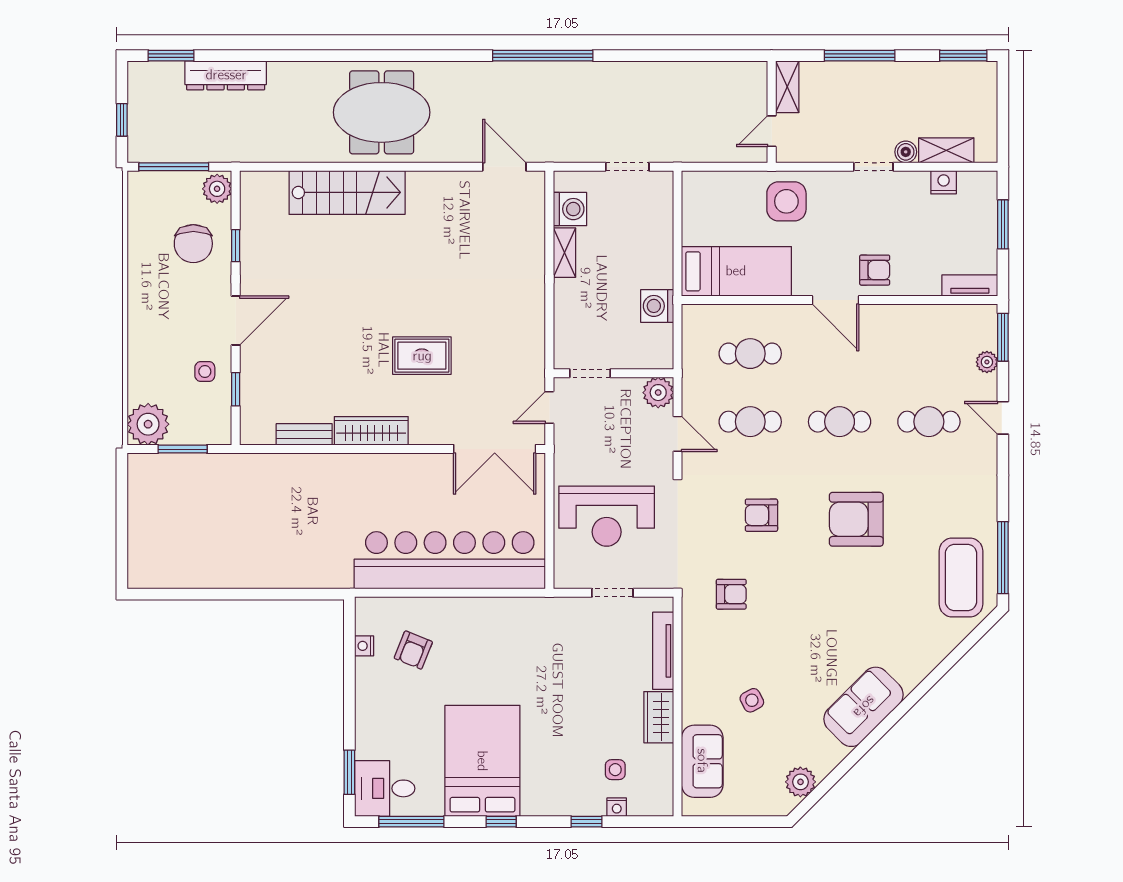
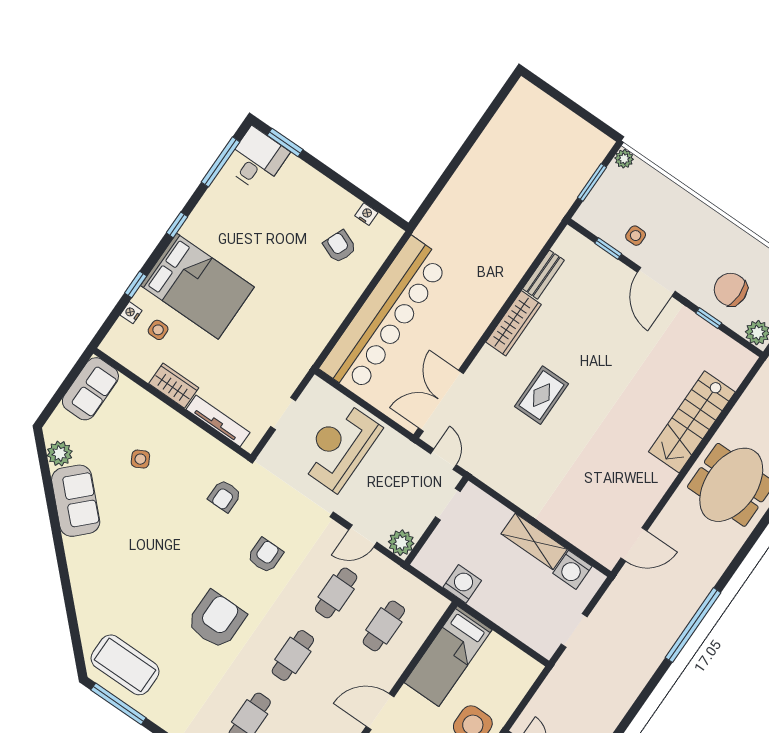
shelving: (564, 253) -> (534, 541), width x1.50, depth x1.33
plant: (148, 424) -> (624, 159), width x0.53, depth x0.53
sofa: (864, 707) -> (76, 501), moved
bed: (482, 761) -> (197, 286), moved
sofa: (702, 761) -> (90, 389), moved, turned -90

